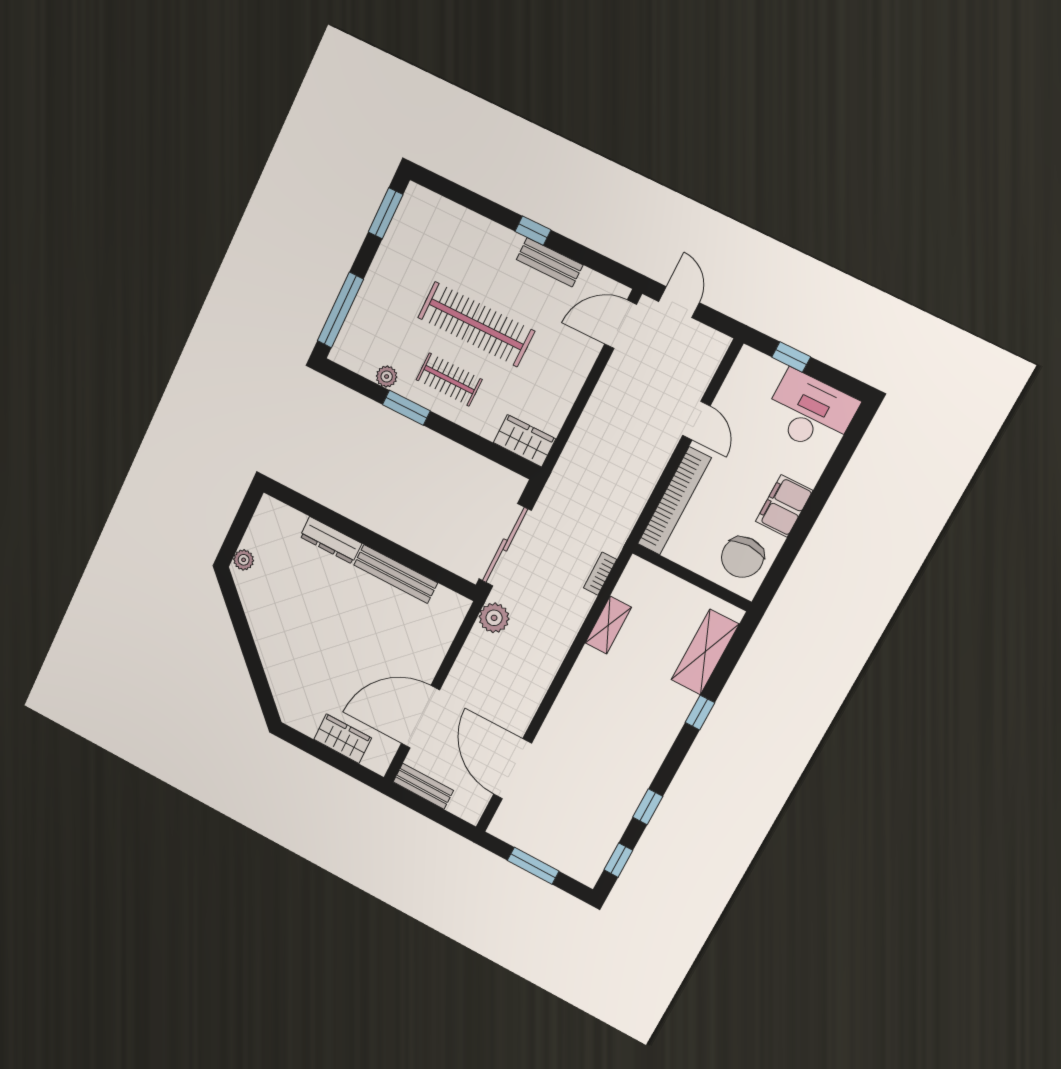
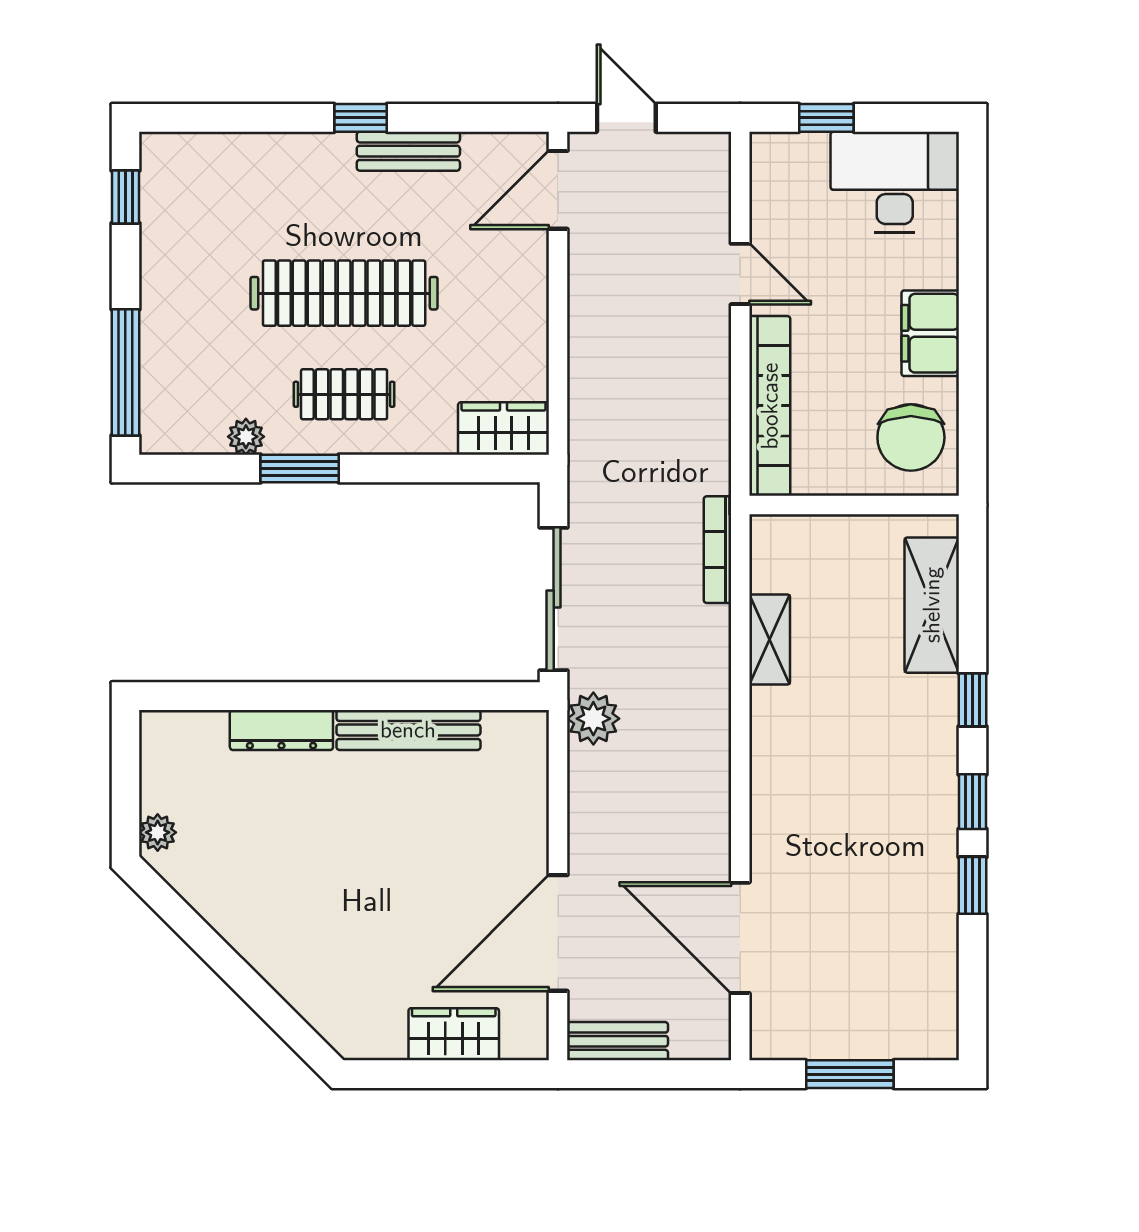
window: (386, 213) -> (125, 197), width x0.67
bookcase: (600, 574) -> (717, 550), width x1.56
window: (618, 860) -> (972, 802), moved

